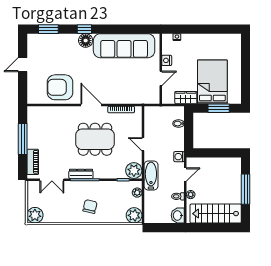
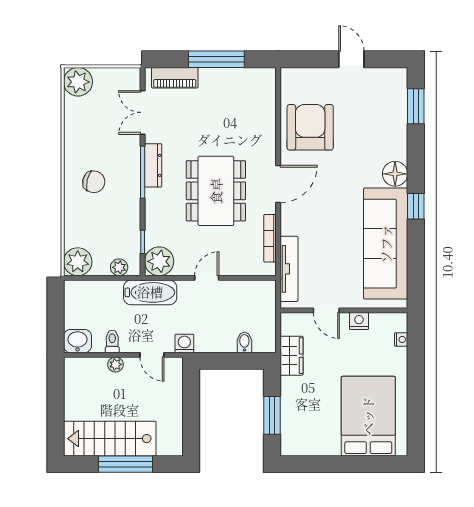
window: (84, 29) -> (416, 206), moved
bed: (212, 82) -> (368, 416), moved, turned -90
tv unit: (138, 99) -> (289, 269), added
stairs: (216, 214) -> (110, 439), moved, turned -90

